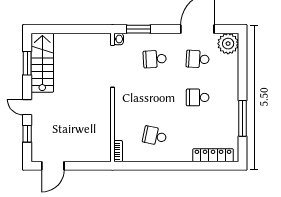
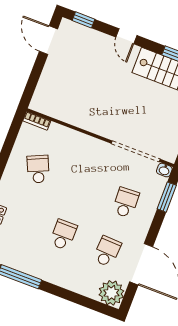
door: (27, 107) -> (126, 36), swing flipped
window: (27, 134) -> (83, 20), moved
school desk: (155, 136) -> (38, 169), turned -36

